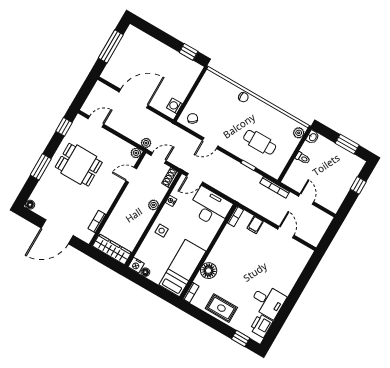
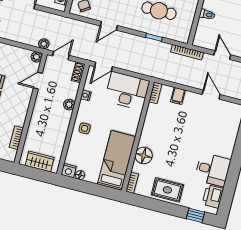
wardrobe: (112, 249) -> (40, 162), width x0.67

